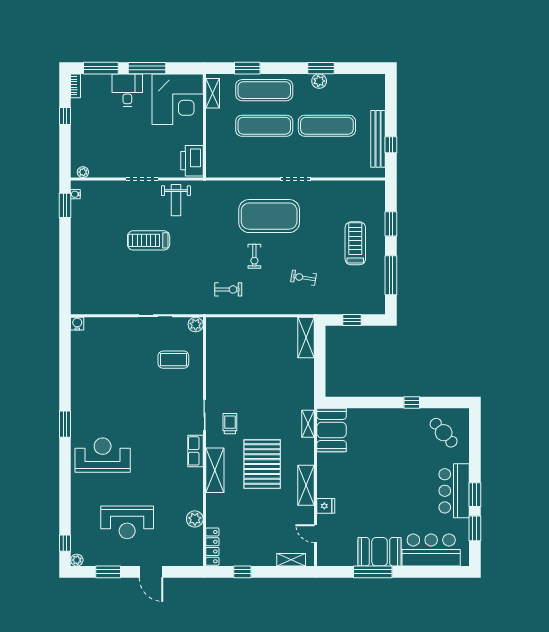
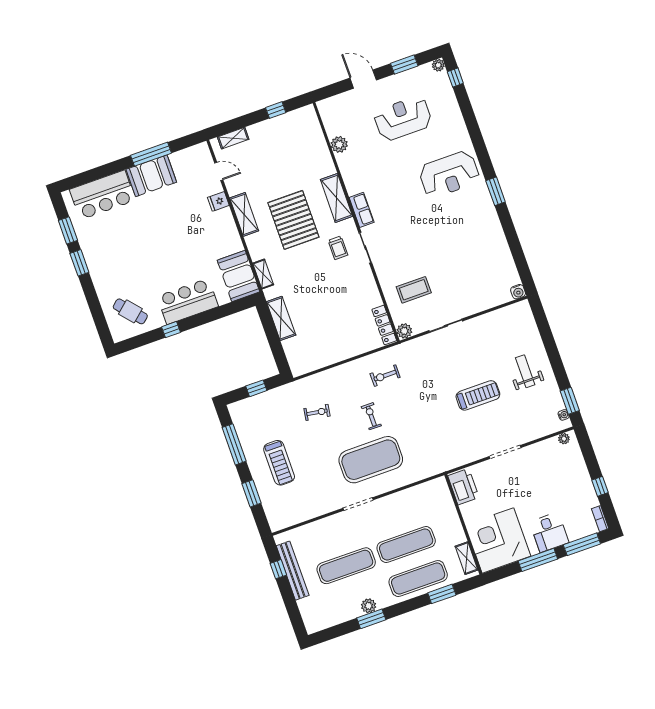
weight bench: (176, 200) -> (525, 371), moved
shelving: (306, 337) -> (281, 318), moved
bar counter: (454, 491) -> (188, 301), moved, turned -90
locker: (212, 547) -> (384, 325), moved

